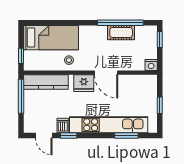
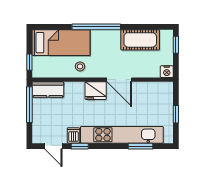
window: (120, 23) -> (96, 27), moved
cot: (121, 33) -> (140, 40), width x1.37, depth x1.34
kitchen counter: (46, 82) -> (48, 90), width x0.67

